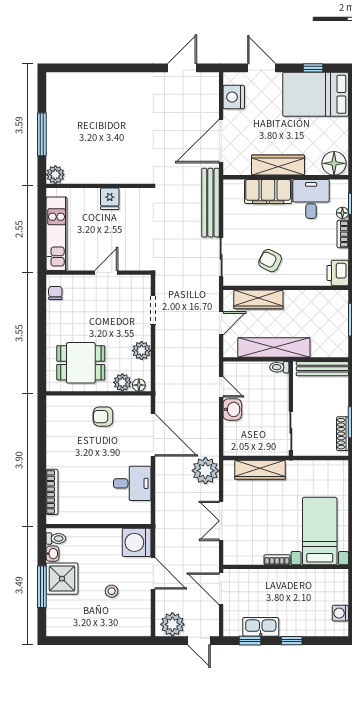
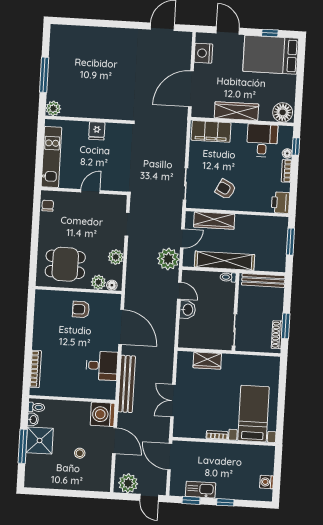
filing cabinet: (268, 191) -> (211, 131), moved
bench: (210, 203) -> (127, 384), moved
wardrobe: (260, 470) -> (207, 361), width x0.67
plant: (205, 471) -> (168, 259), moved

